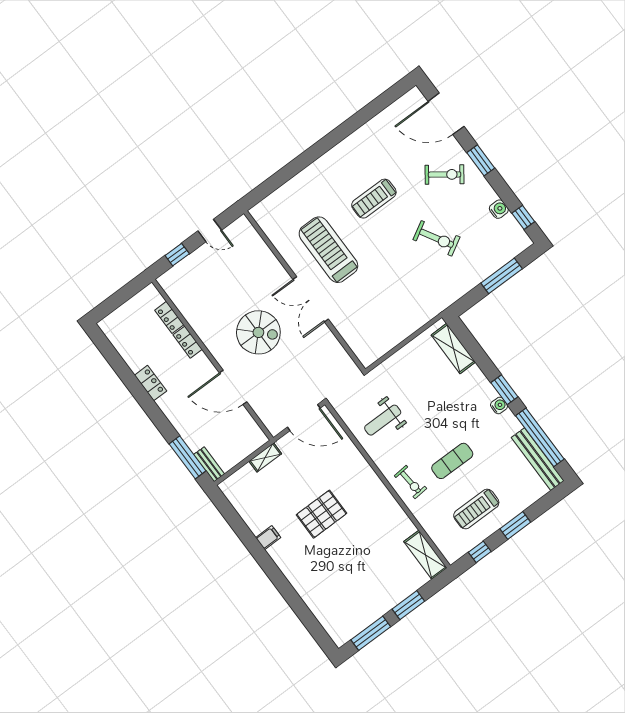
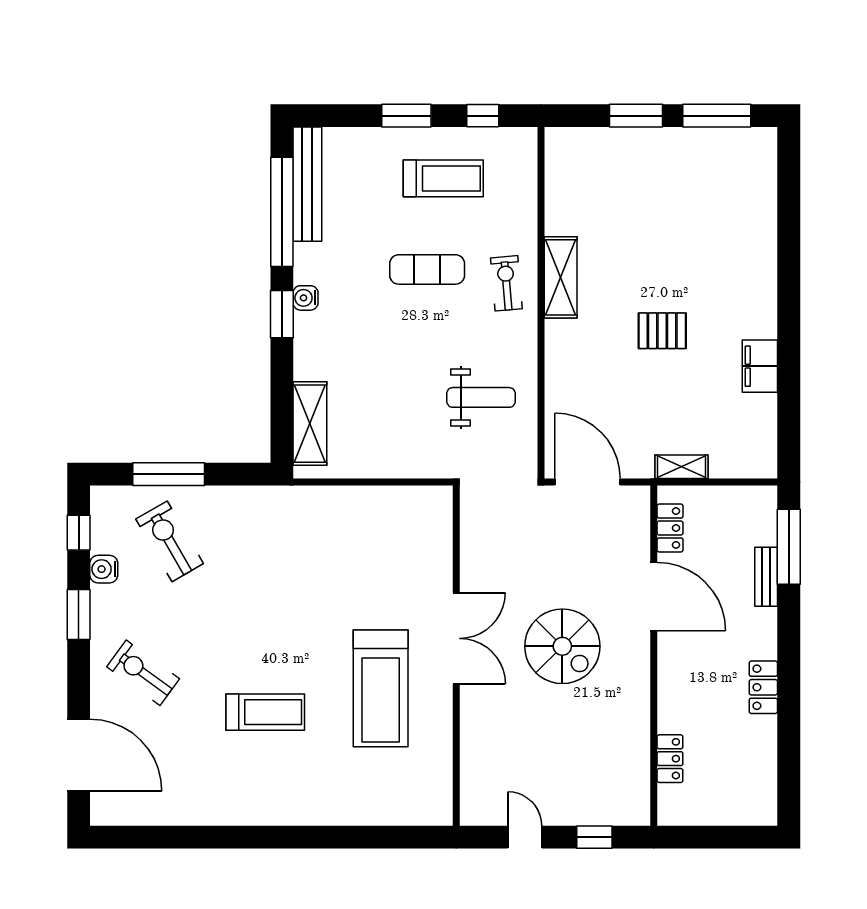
window: (481, 160) -> (79, 614), moved
exercise bike: (437, 238) -> (170, 541), moved
spiral stairs: (258, 332) -> (562, 646), turned 180
locker: (188, 342) -> (670, 528), moved
bench: (209, 464) -> (766, 577), moved
pallet: (321, 514) -> (662, 331), width x0.67, depth x0.71
filing cabinet: (268, 538) -> (760, 366), width x2.00
shelving: (425, 555) -> (561, 277), moved

